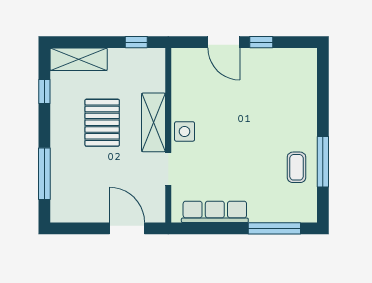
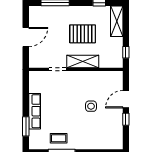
side table: (185, 131) -> (91, 106), moved
row of seats: (215, 212) -> (35, 111), moved
door: (127, 228) -> (26, 37), moved
window: (274, 228) -> (26, 126), width x0.69

